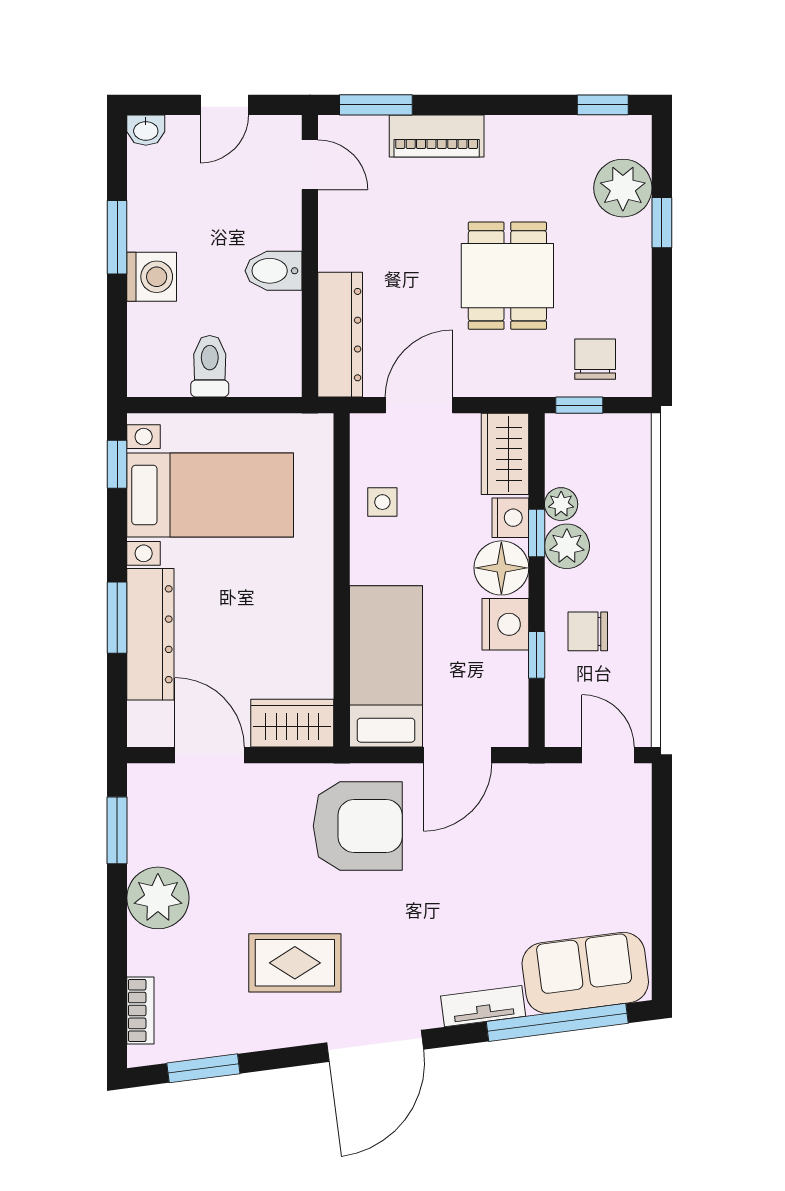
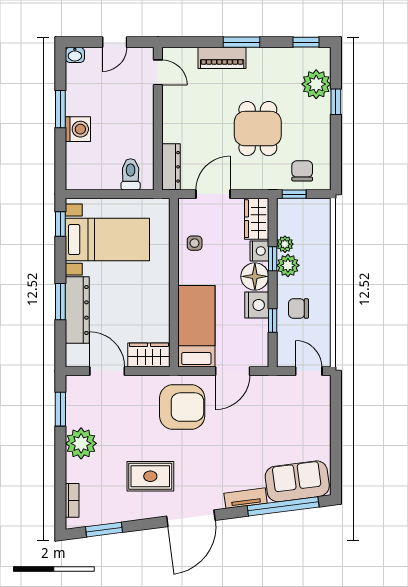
window: (376, 105) -> (241, 42), moved
bidet: (274, 271) -> (140, 126), removed
dresser: (340, 335) -> (171, 167), width x0.73, depth x0.80
toilet: (210, 366) -> (131, 174), moved

